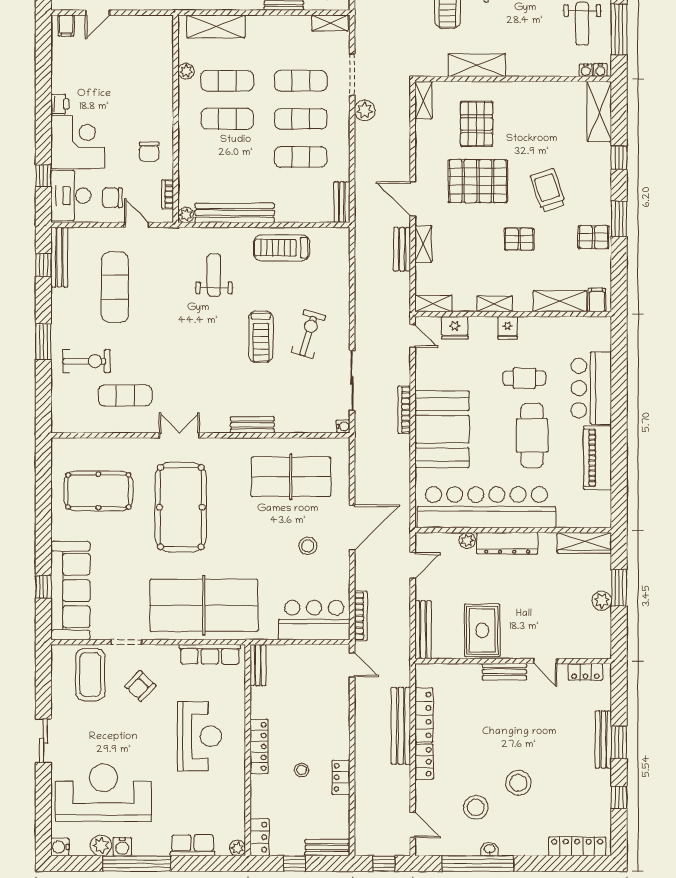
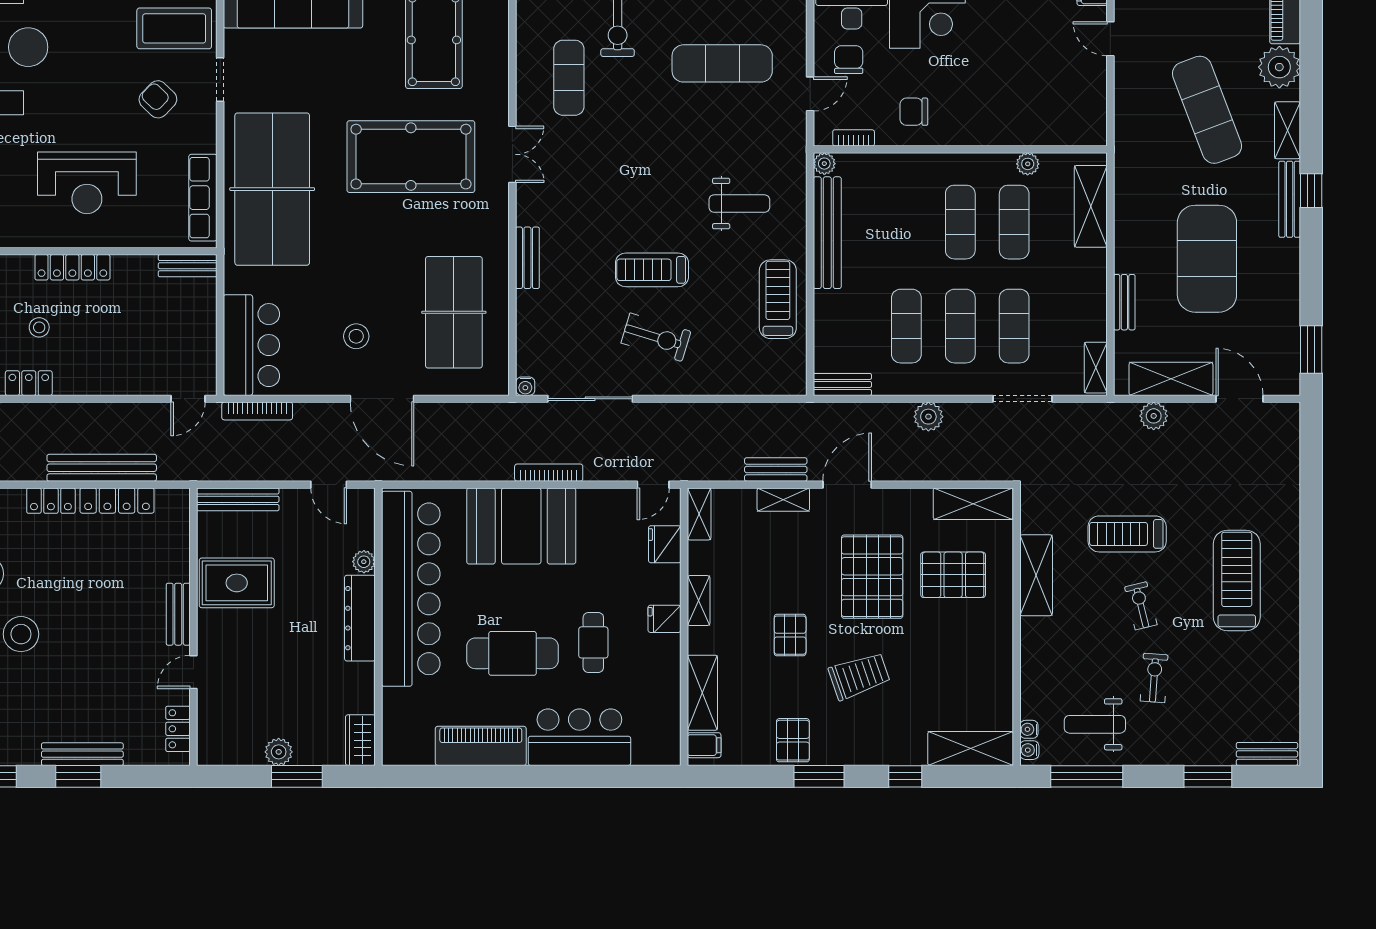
shelving: (423, 100) -> (973, 504), width x1.50, depth x1.33
plant: (365, 110) -> (928, 417), moved
wardrobe: (584, 543) -> (360, 740), width x0.67

